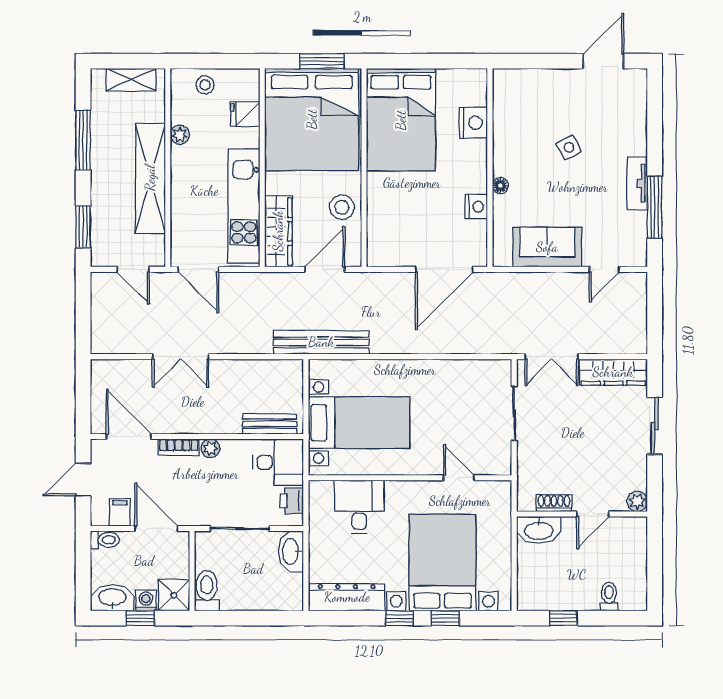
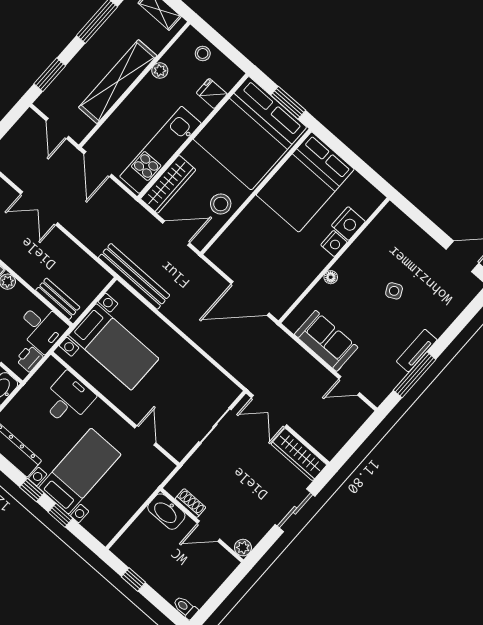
nightstand: (476, 207) -> (334, 243), moved
bed with nightstands: (442, 563) -> (80, 471), width x0.73
toilet: (609, 596) -> (185, 608), moved, turned -90

